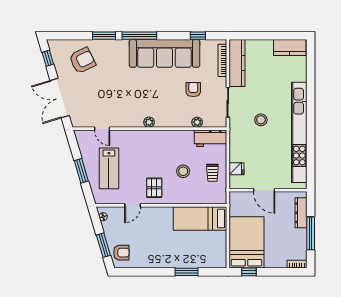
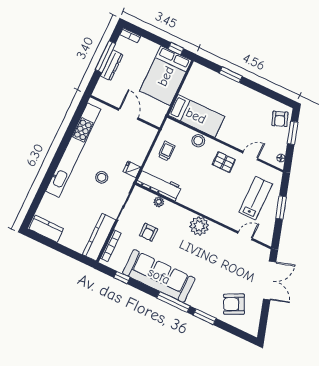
window: (48, 58) -> (263, 320), removed
plant: (149, 122) -> (199, 226), width x1.88, depth x1.88
door: (102, 129) -> (245, 236), hinge flipped
workbench: (210, 138) -> (159, 185), width x1.38
fridge: (236, 169) -> (132, 169), moved
stool: (183, 171) -> (198, 141), moved
pallet: (154, 188) -> (224, 162), turned 90
dresser: (301, 213) -> (112, 65), moved
armchair: (121, 253) -> (280, 119), turned -111

